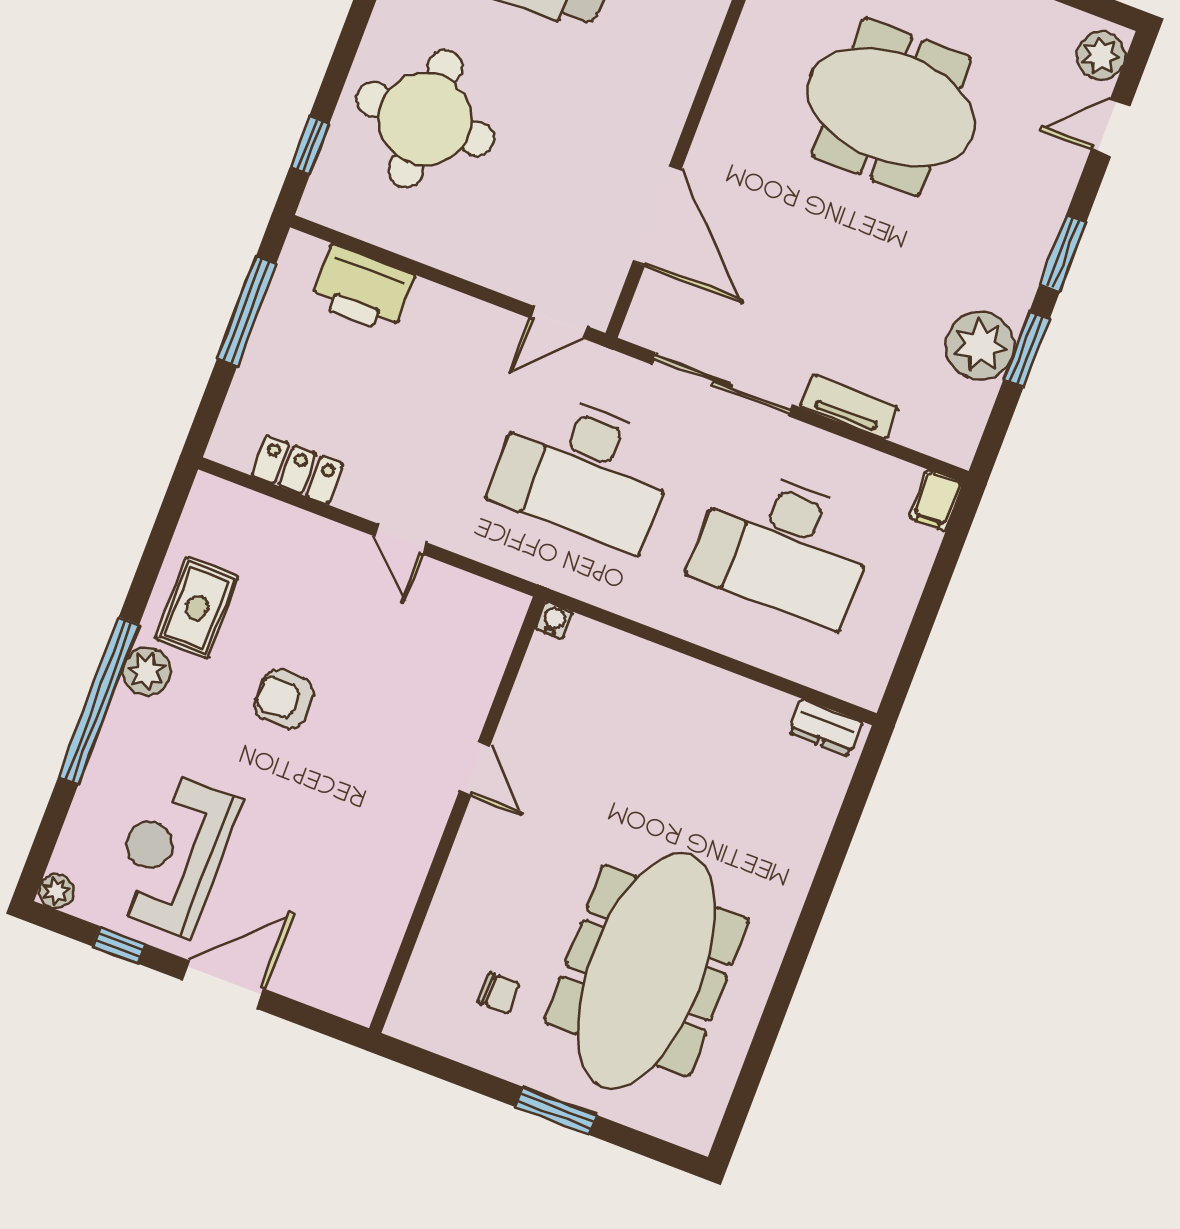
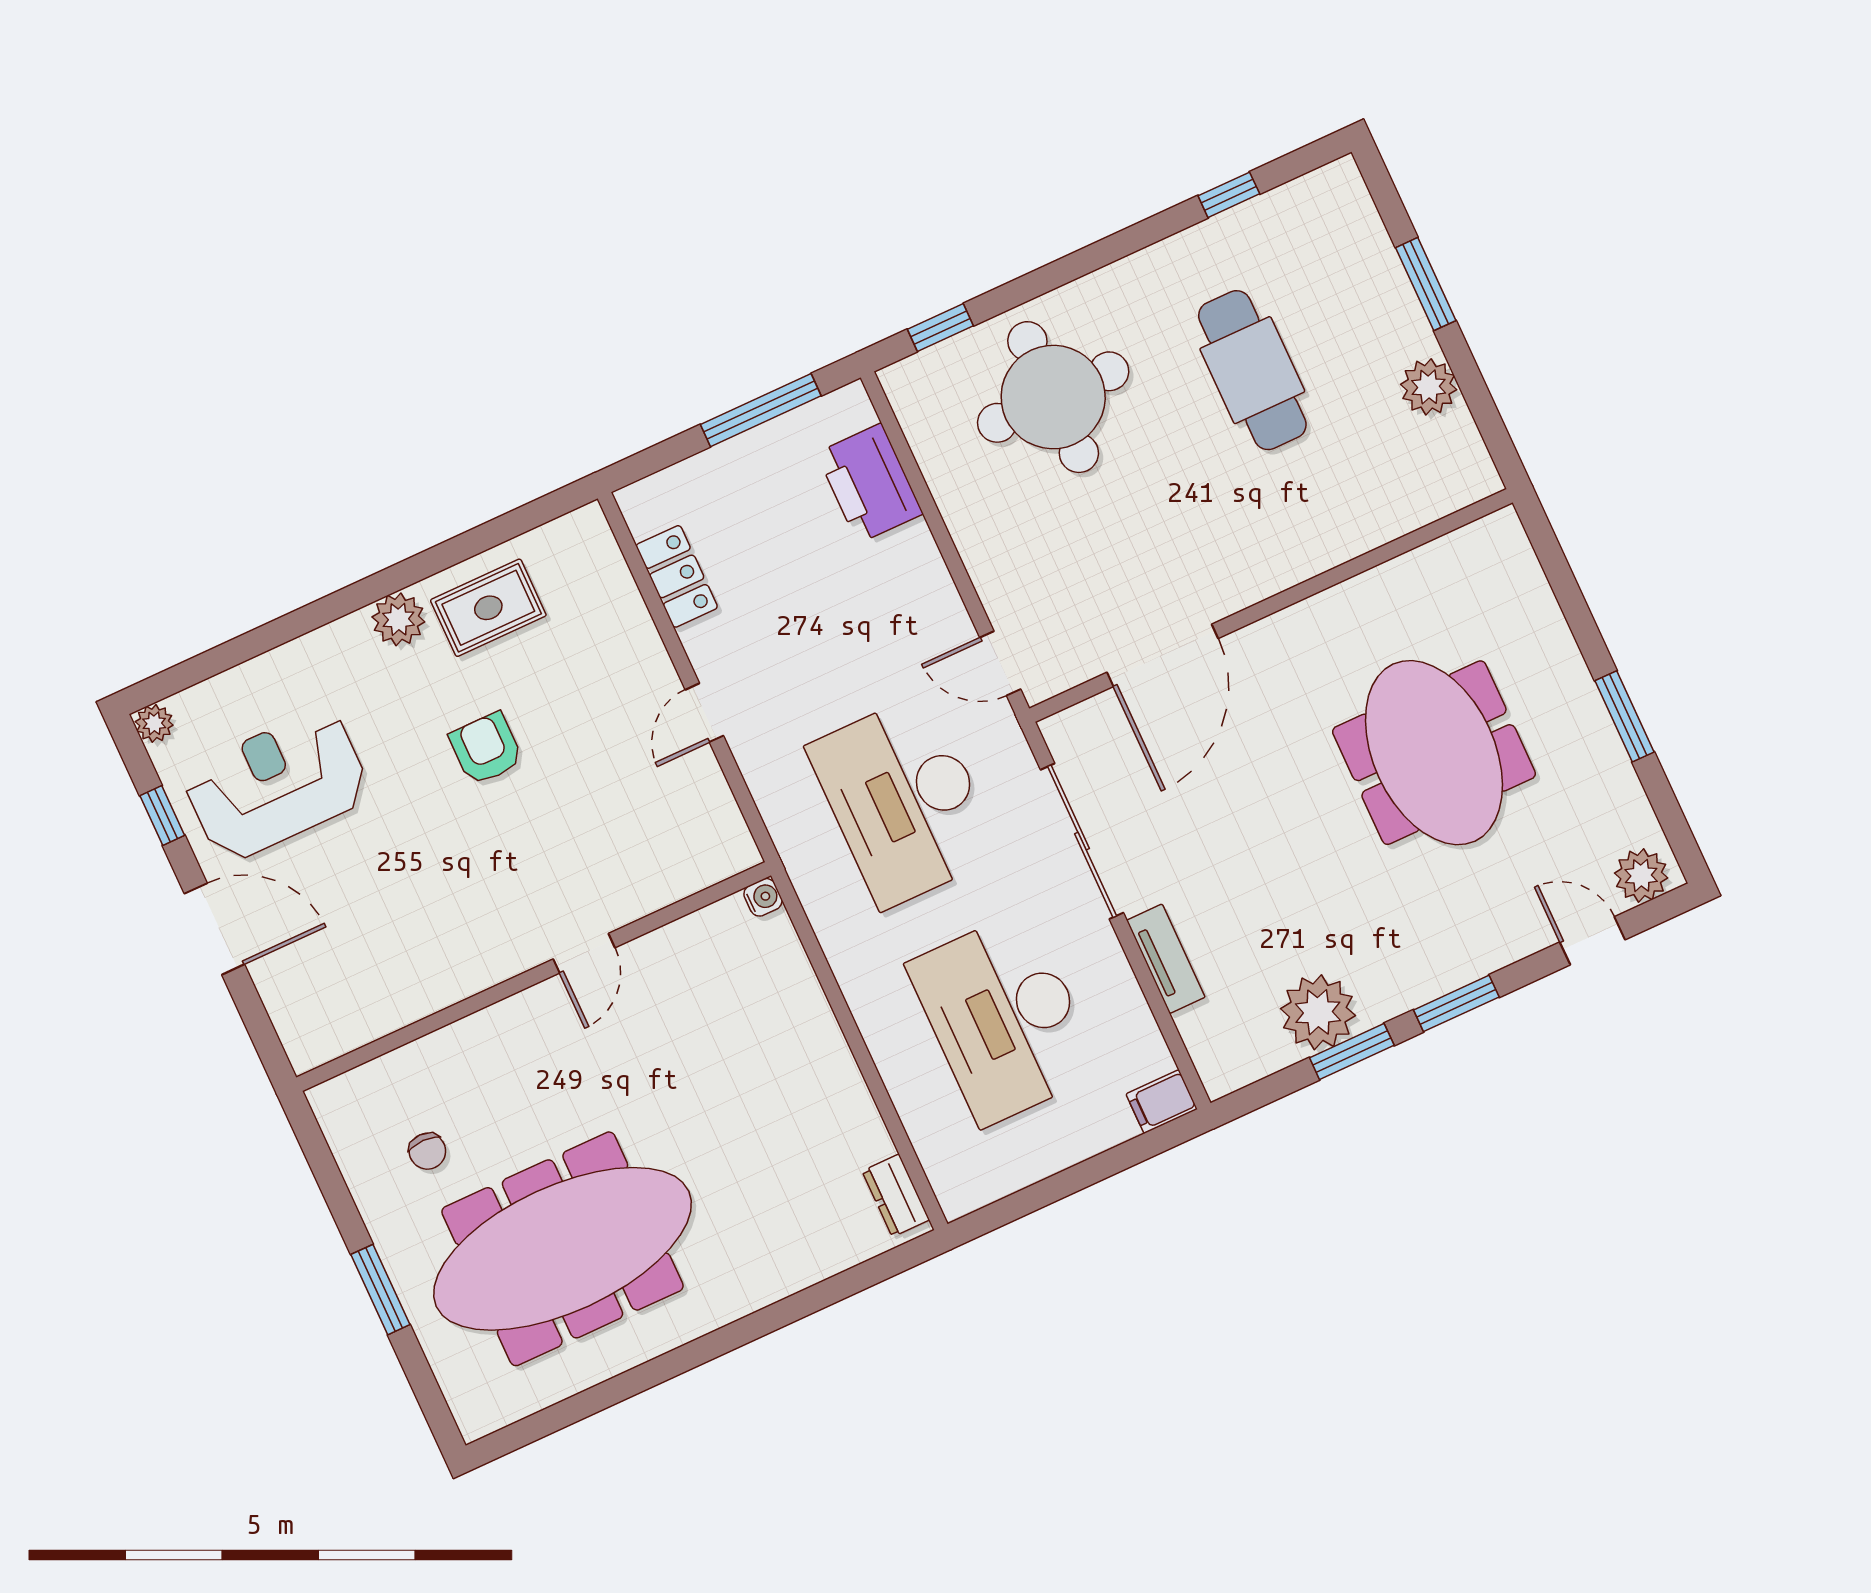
window: (99, 701) -> (337, 605), removed

